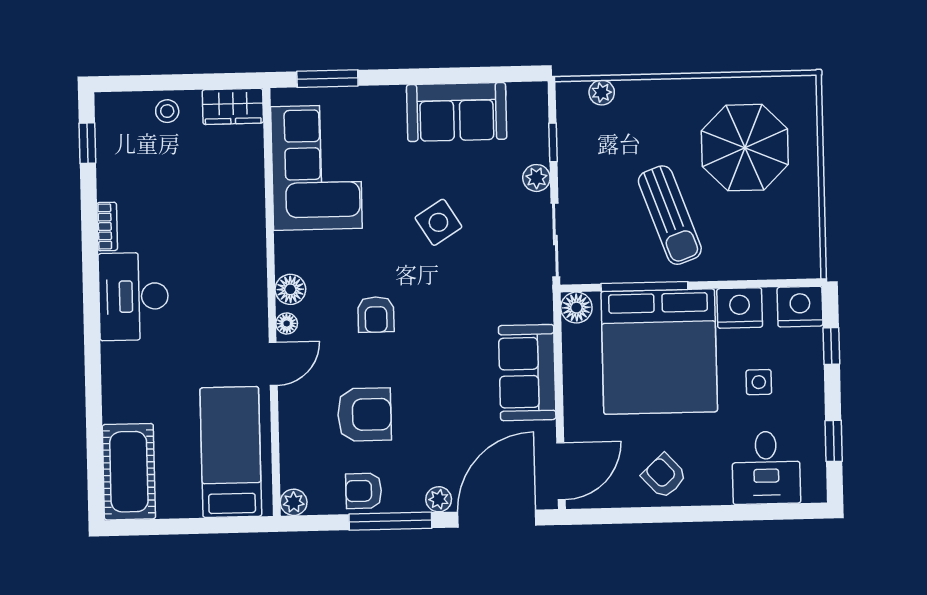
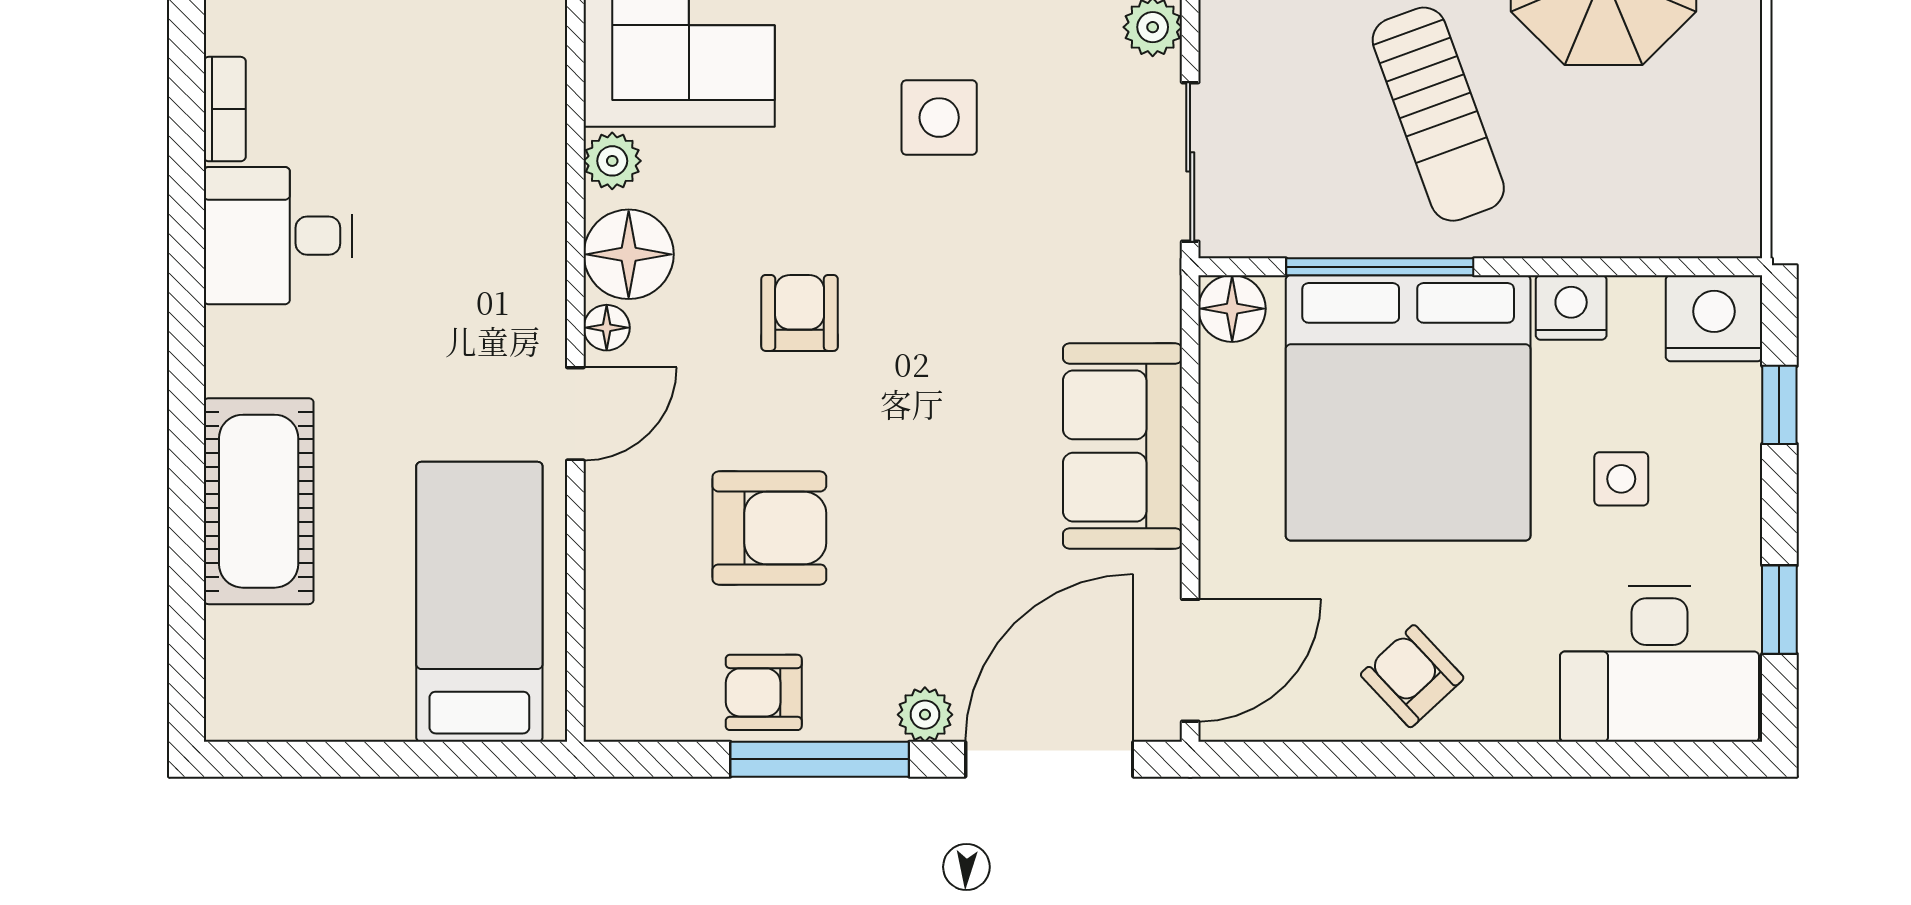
side table: (438, 222) -> (939, 118), turned 32
floor lamp: (290, 289) -> (629, 254), width x1.38, depth x1.38
desk: (133, 296) -> (278, 236), width x0.73
nightstand: (740, 308) -> (1571, 307), width x0.74, depth x0.75
armchair: (376, 314) -> (800, 313), turned 180
desk: (766, 468) -> (1660, 664), width x1.37
cot: (129, 472) -> (259, 501), moved
plant: (294, 502) -> (612, 161), moved

